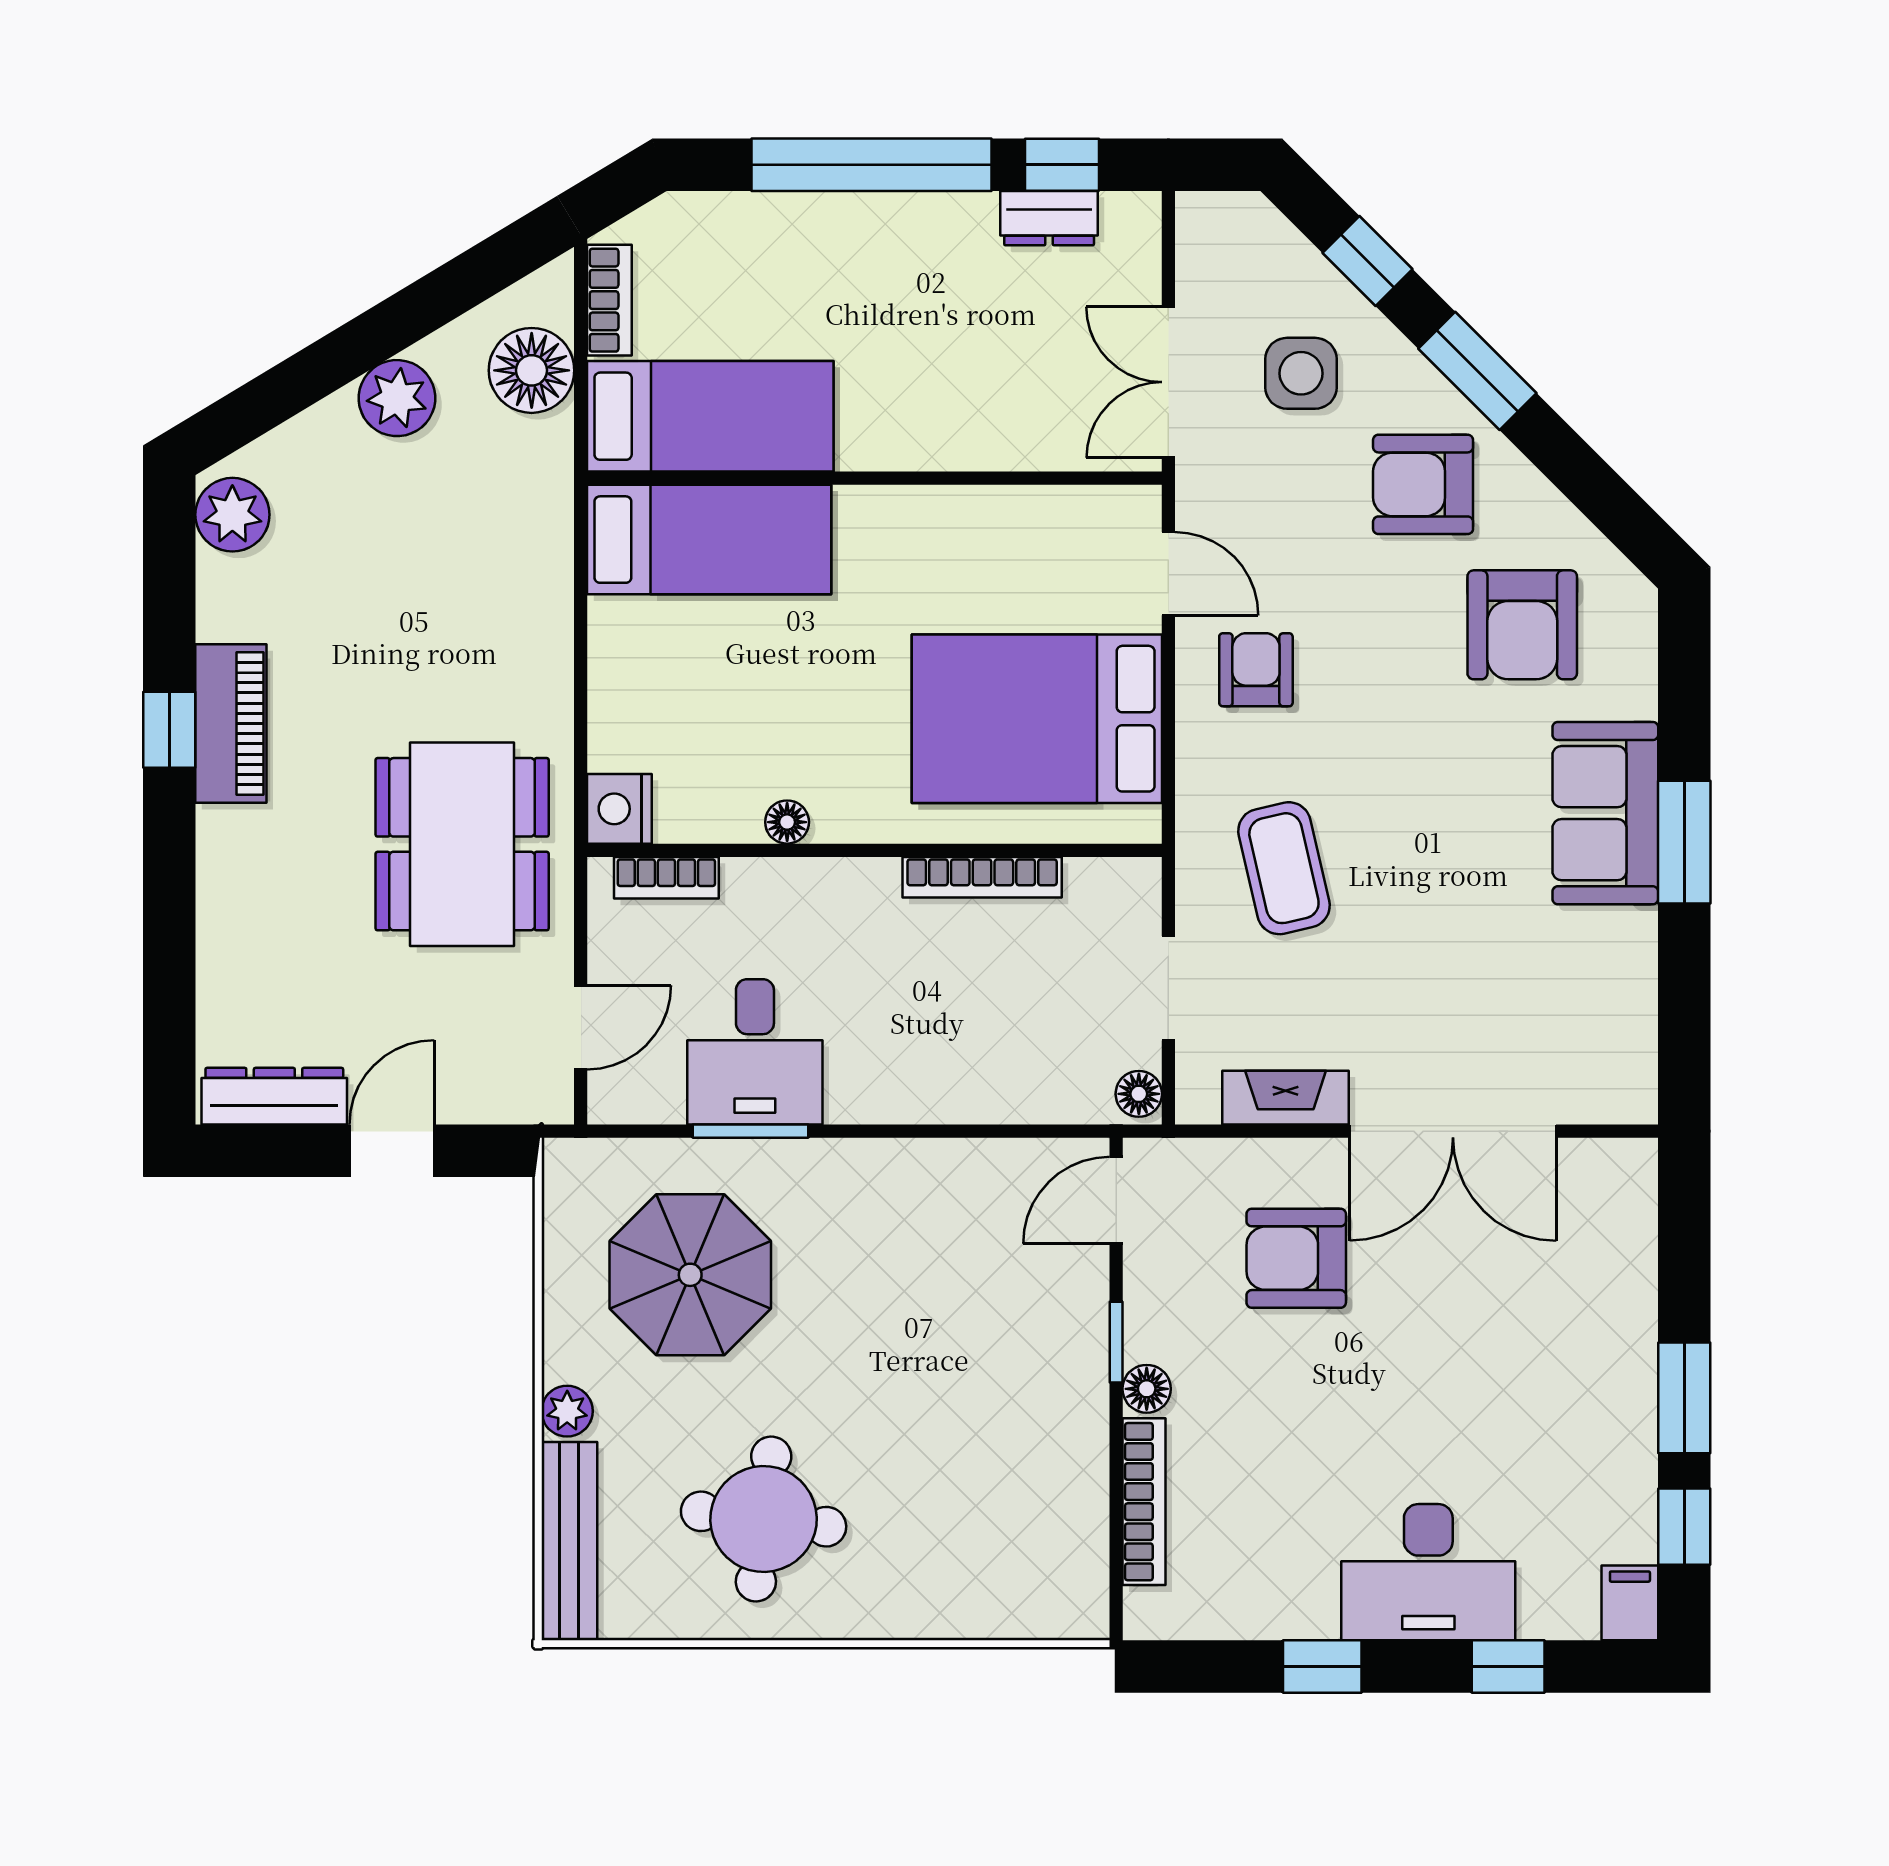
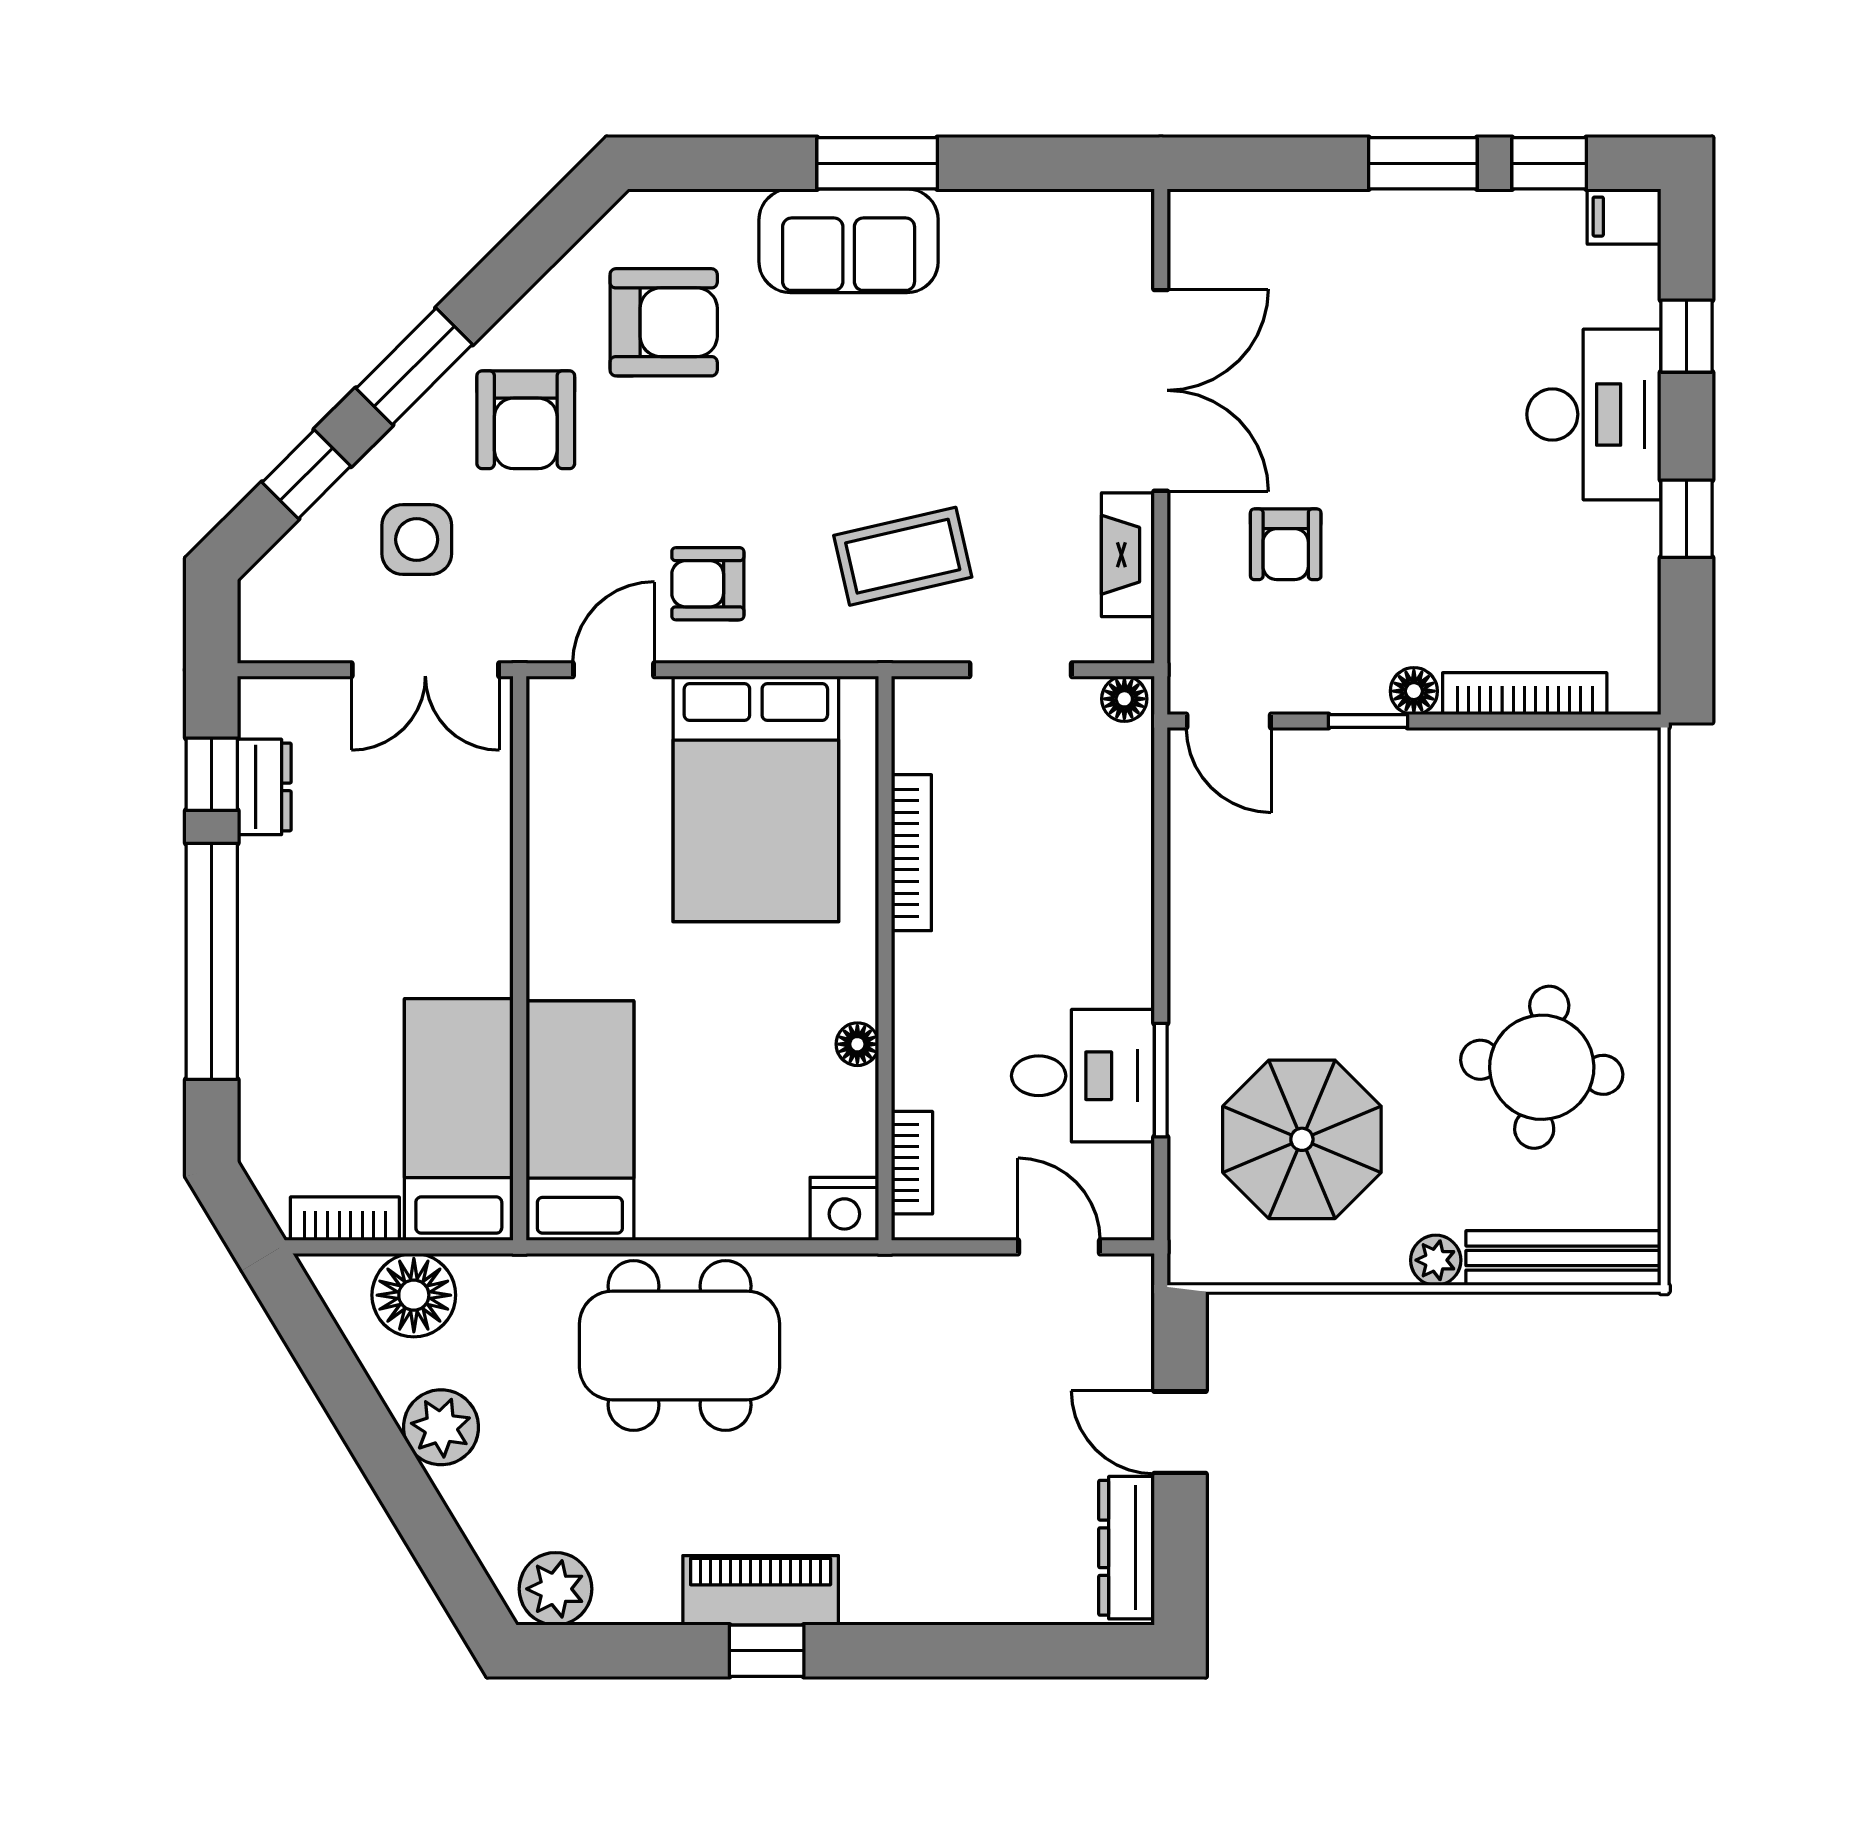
dining table: (462, 844) -> (680, 1345), moved
armchair: (1296, 1258) -> (1286, 544), width x0.72, depth x0.72

